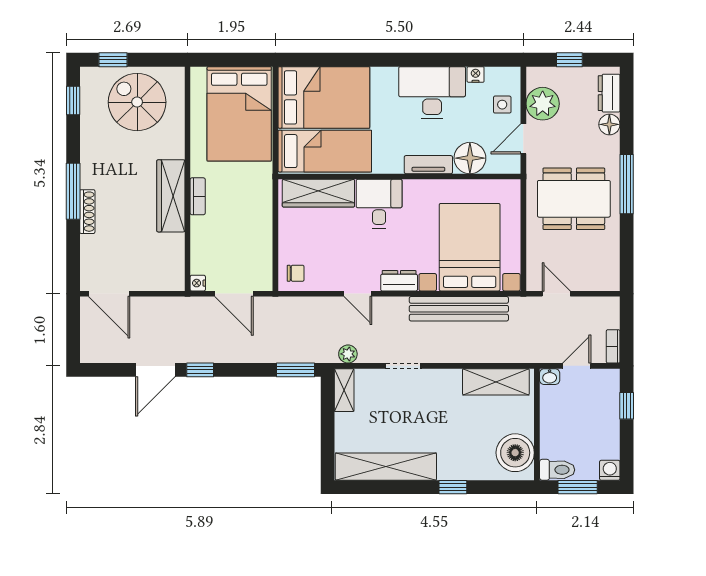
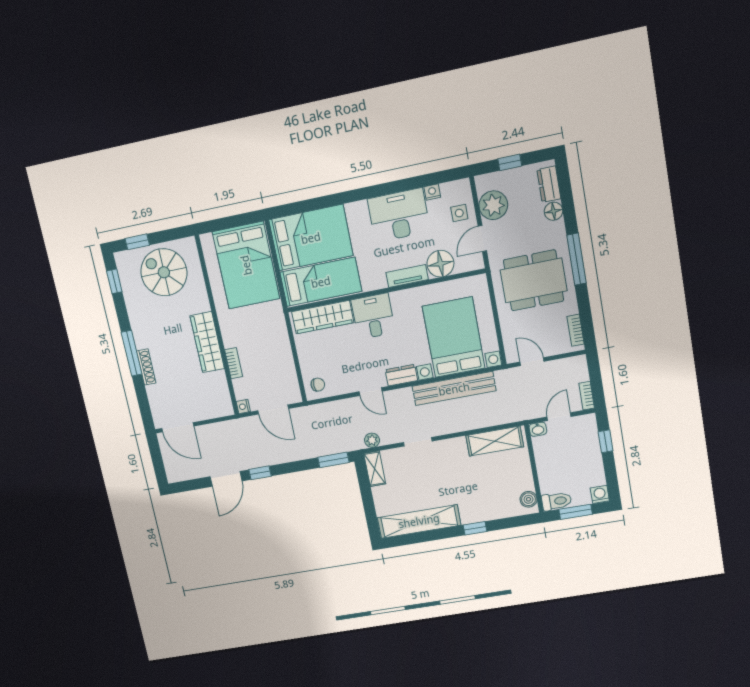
bookcase: (198, 196) -> (234, 363), moved
bookcase: (613, 266) -> (576, 330), added
boiler: (515, 453) -> (529, 499), width x0.54, depth x0.54

